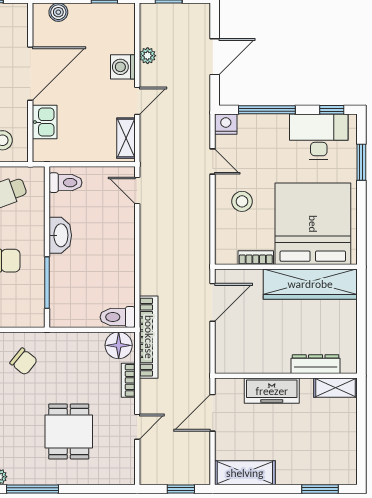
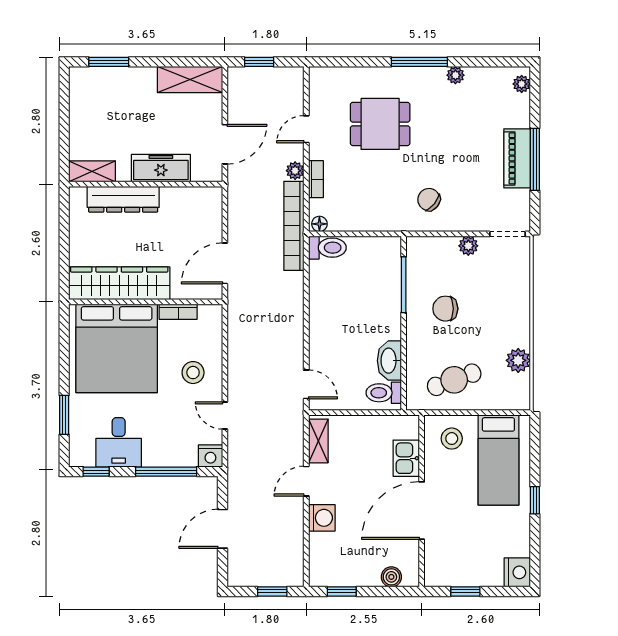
plant: (148, 56) -> (295, 171), moved
desk: (319, 137) -> (119, 442), width x0.73
washbasin: (60, 235) -> (389, 361), moved
floor lamp: (119, 345) -> (319, 224), width x0.53, depth x0.53
dresser: (316, 364) -> (123, 199), width x1.37, depth x1.24
dining table: (69, 432) -> (380, 124), turned 90

